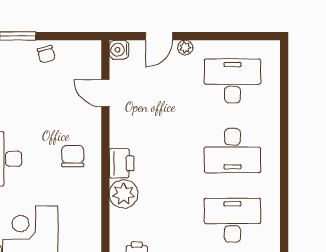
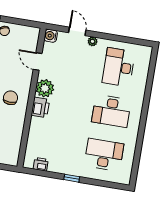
door: (159, 36) -> (77, 31), swing flipped
desk: (232, 81) -> (119, 67), turned -90
plant: (124, 194) -> (45, 88), moved

